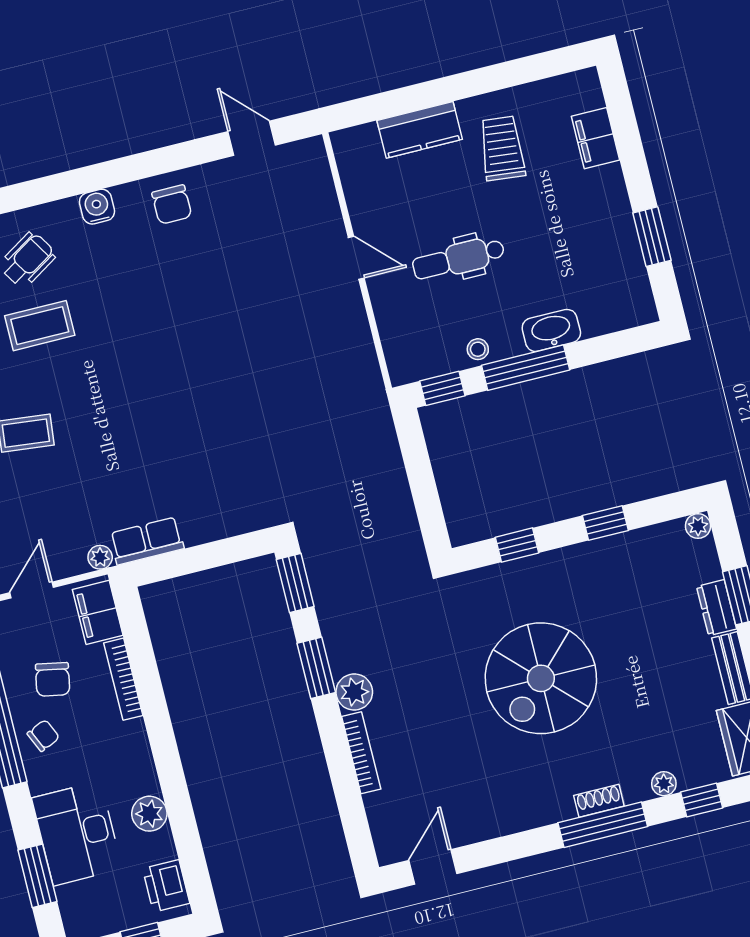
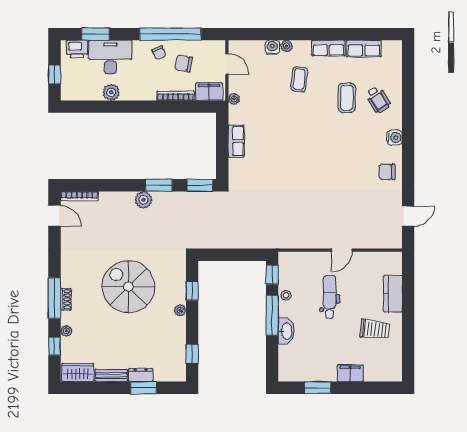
filing cabinet: (596, 138) -> (350, 373), moved
window: (605, 523) -> (192, 354), moved
plant: (698, 526) -> (180, 310), moved
row of seats: (147, 541) -> (236, 141), moved
bookcase: (361, 753) -> (79, 196), moved
printer: (166, 886) -> (77, 49), moved, turned 180

